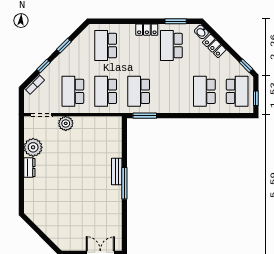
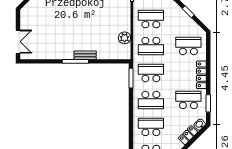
locker: (147, 30) -> (201, 75), width x1.53
school desk: (106, 91) -> (151, 46), turned 180
school desk: (171, 91) -> (151, 100), added
plant: (66, 123) -> (125, 38), moved

